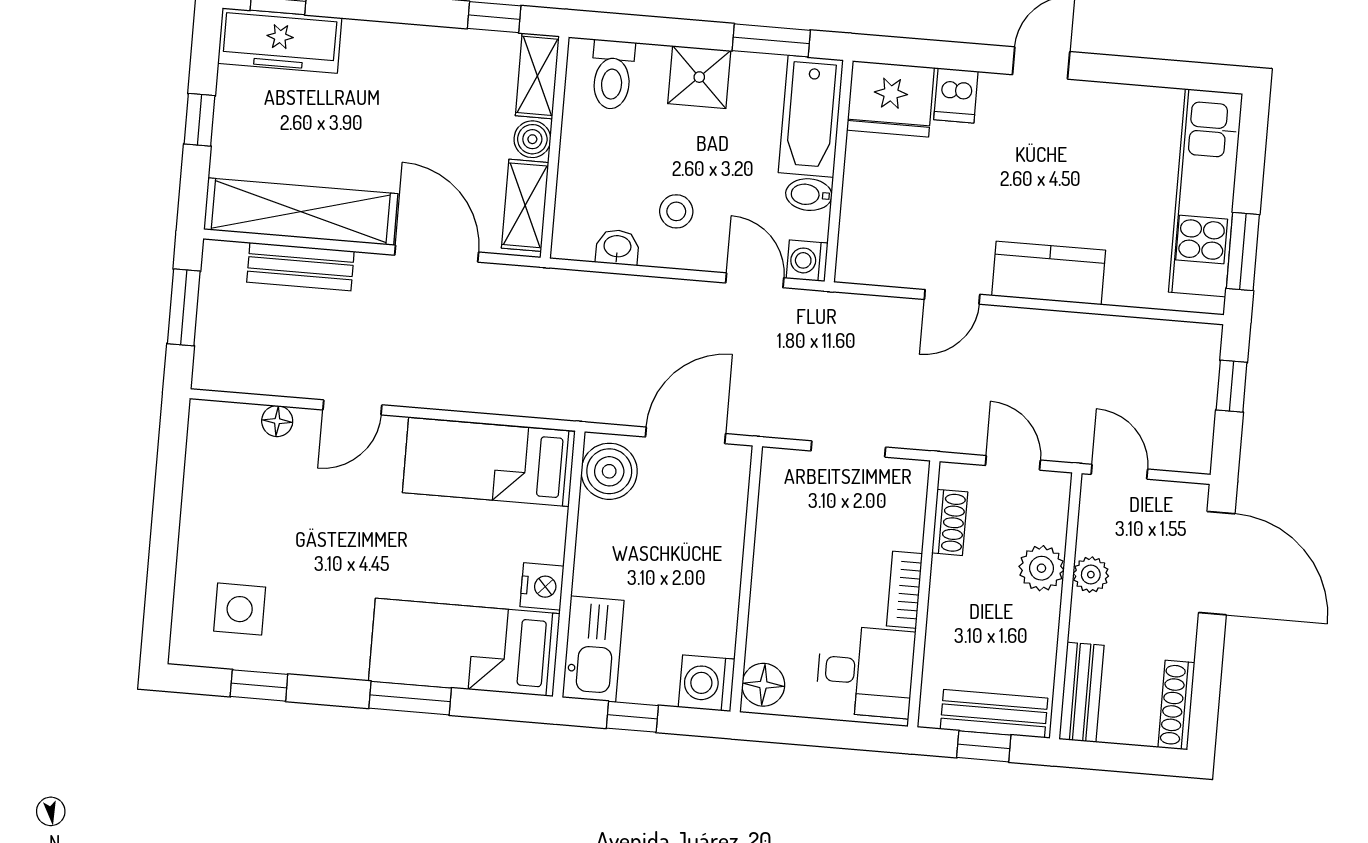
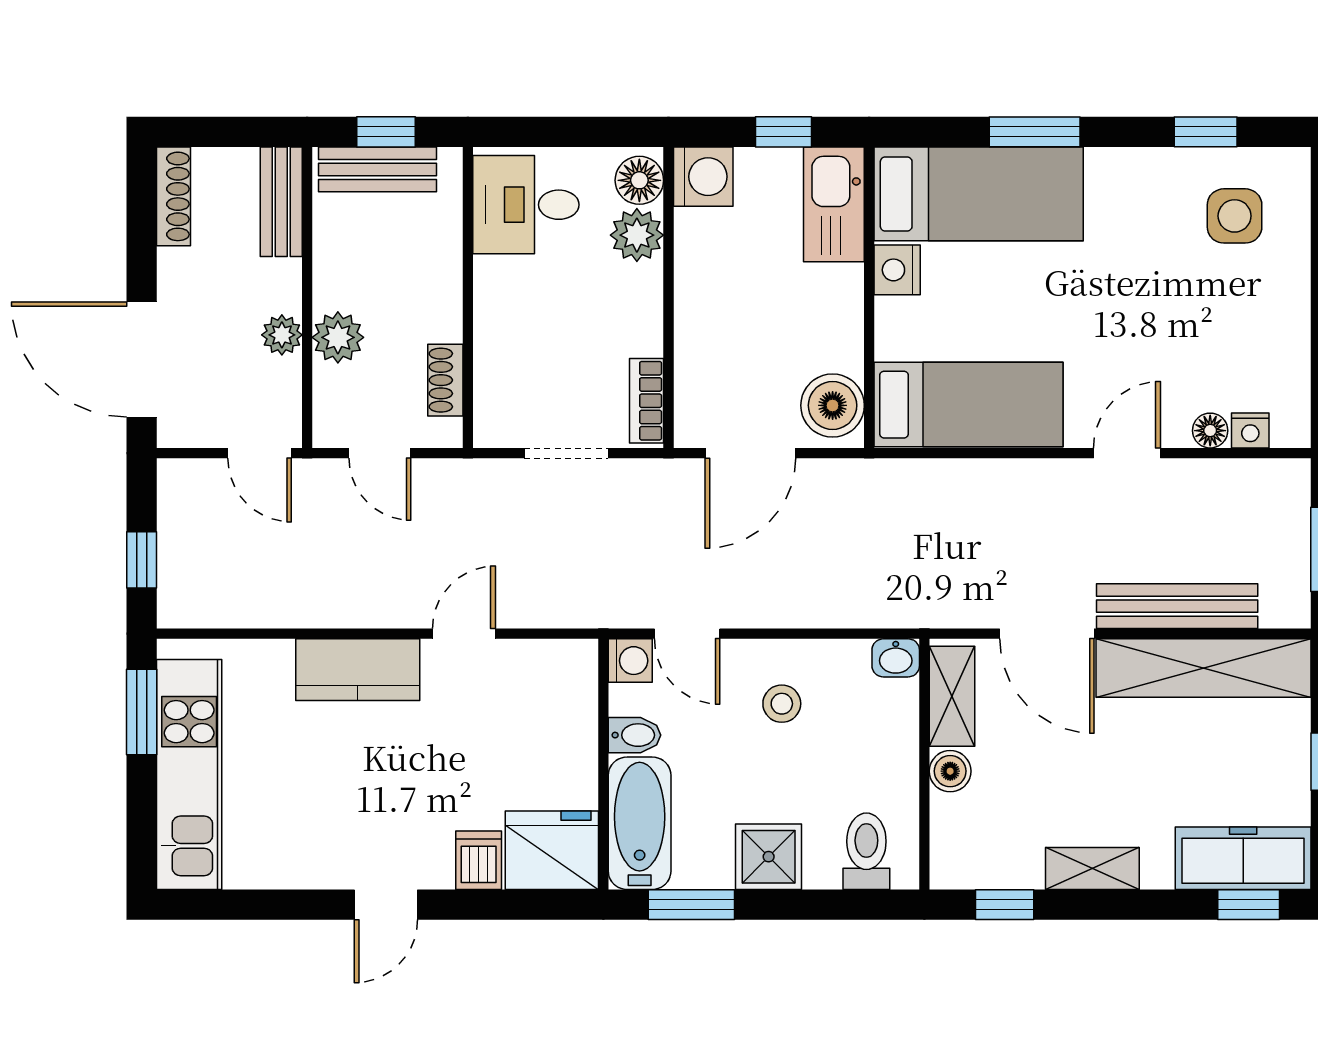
shelving: (537, 76) -> (1092, 869), moved, turned 90
washbasin: (617, 247) -> (896, 658), moved
bench: (300, 267) -> (1177, 606), width x1.36
nightstand: (242, 418) -> (1250, 430), added
bookcase: (904, 590) -> (647, 401), moved, turned 180
plant: (770, 637) -> (637, 235), added

